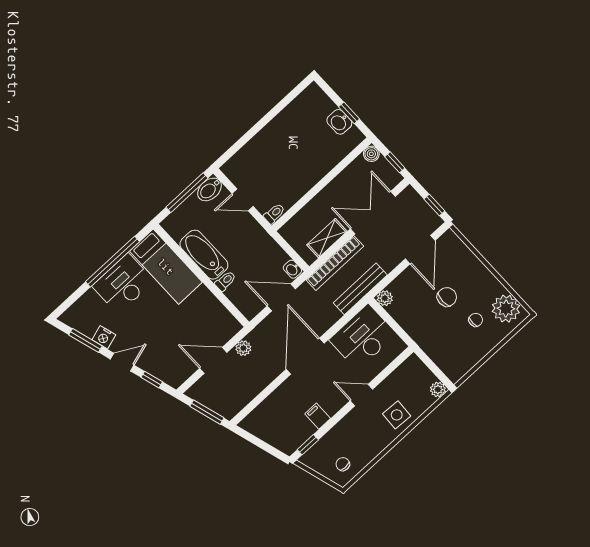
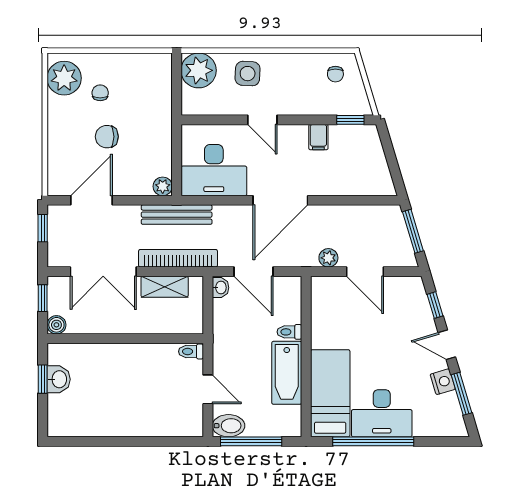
chair: (476, 320) -> (100, 93), turned 90
plant: (438, 389) -> (199, 70), width x1.88, depth x1.88

